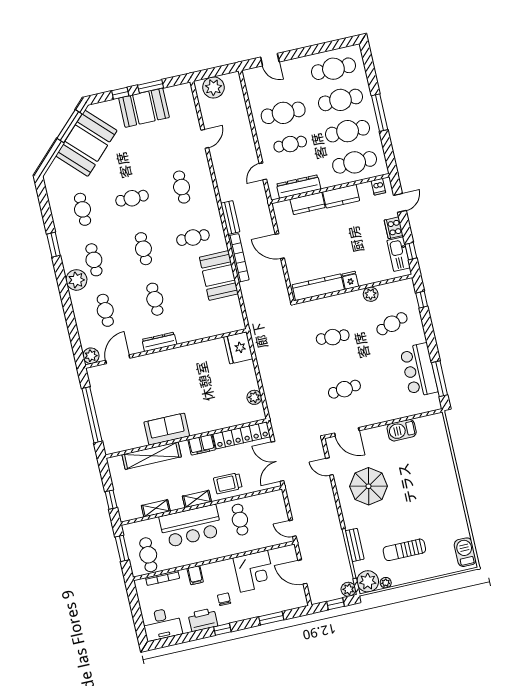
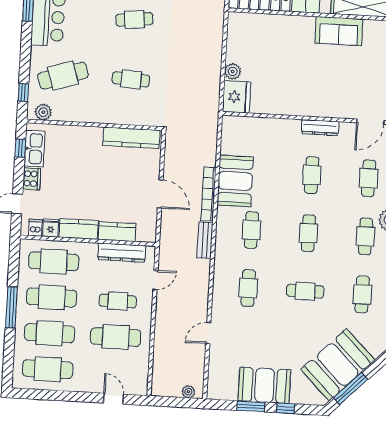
plant: (213, 87) -> (188, 392), width x0.53, depth x0.53
cafe table: (193, 238) -> (251, 230), turned 90
fridge: (350, 280) -> (51, 228), moved, turned 180
plant: (371, 294) -> (43, 112), moved
cafe table: (392, 324) -> (63, 76), width x1.37, depth x1.35
plant: (254, 397) -> (233, 71), moved

